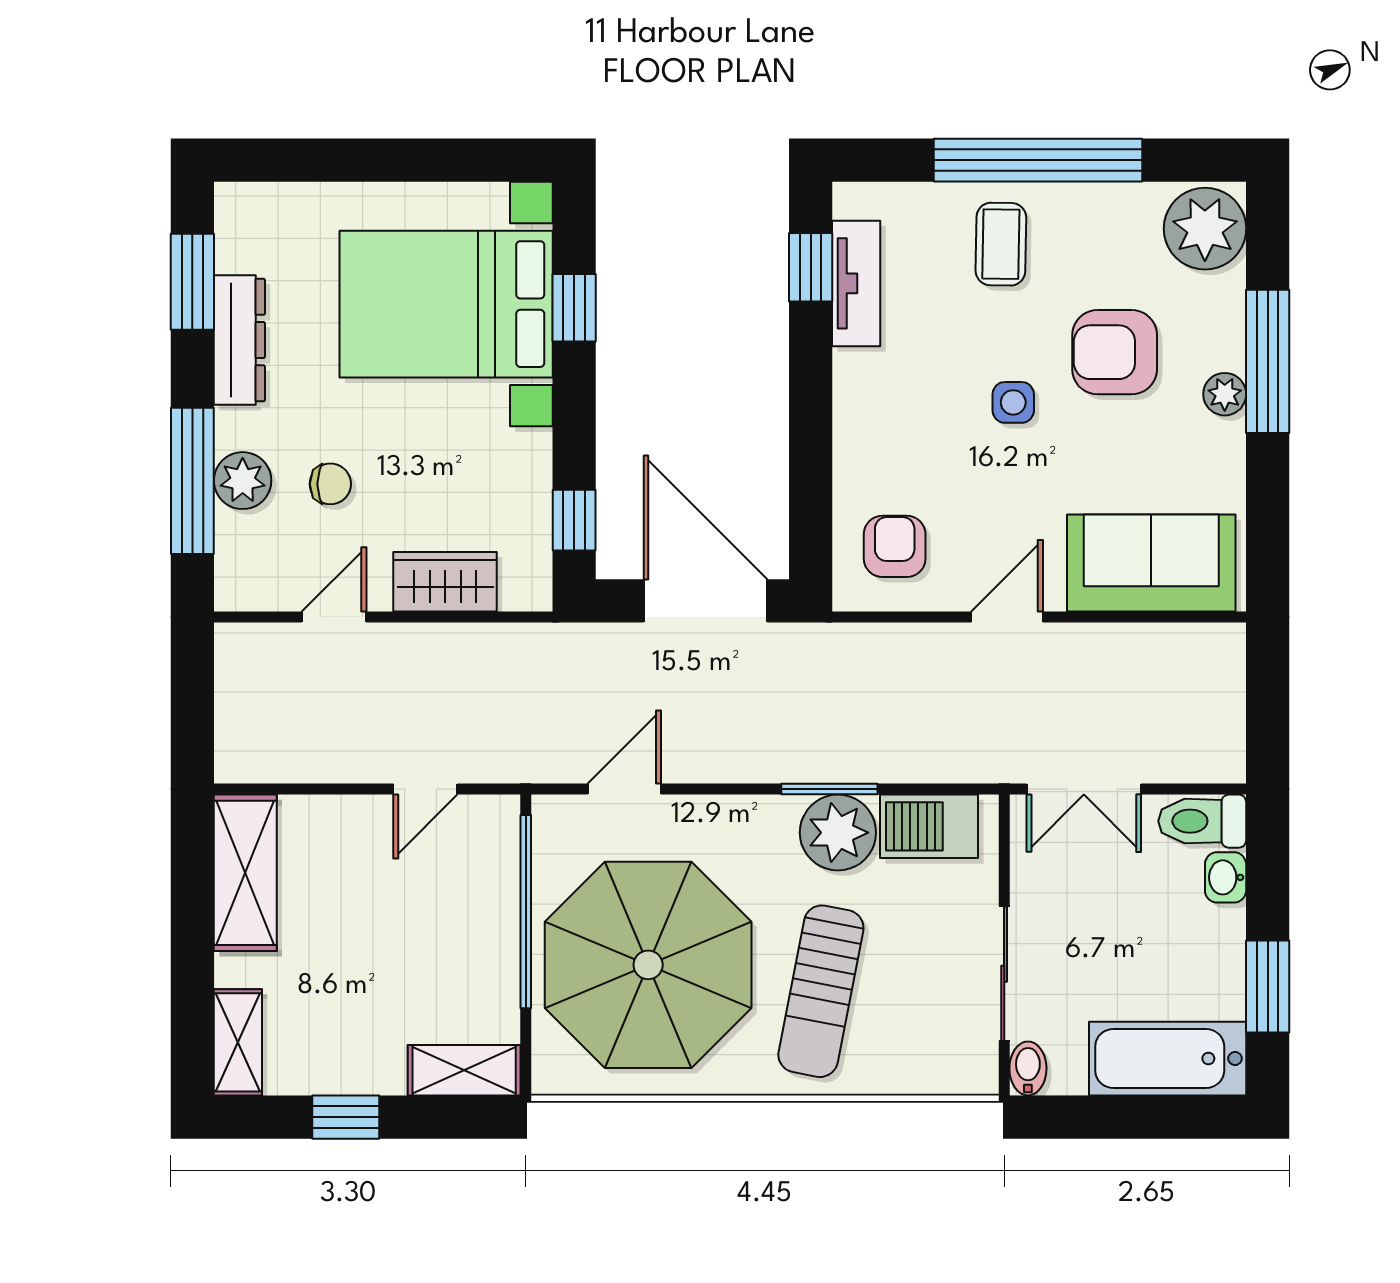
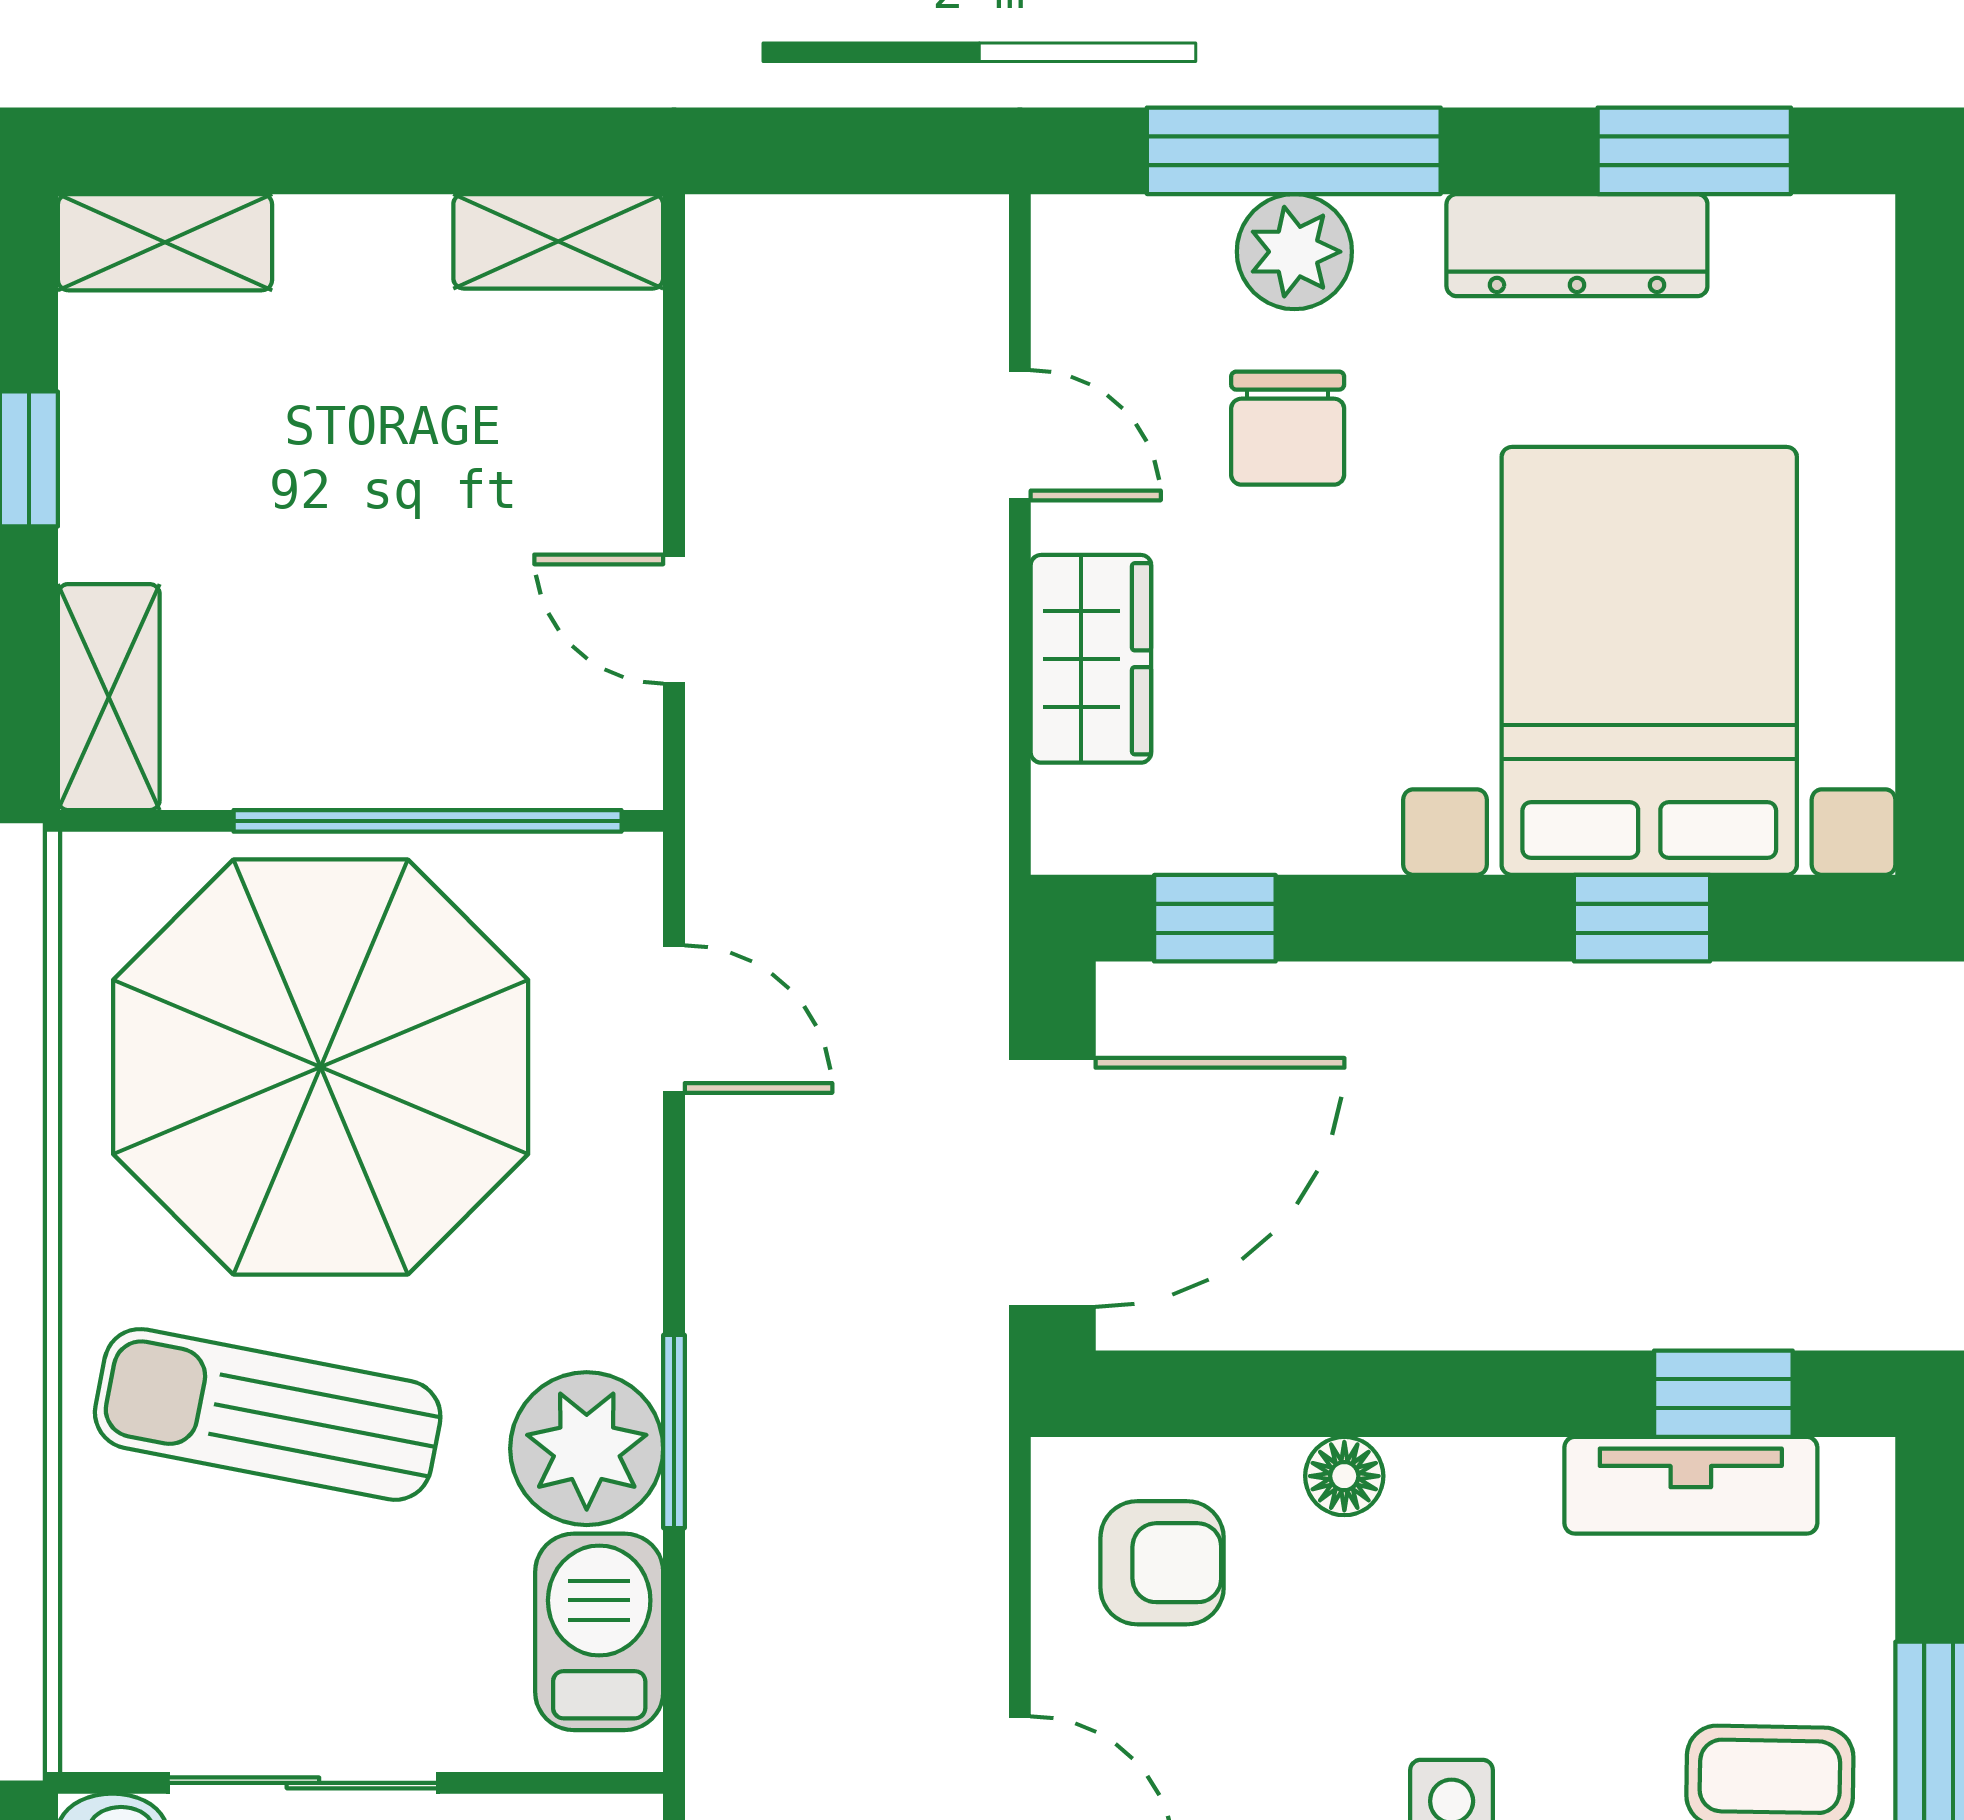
floor lamp: (852, 456) -> (1344, 1476), added
chair: (330, 484) -> (1288, 428), width x1.37, depth x1.37
shelving: (245, 873) -> (558, 241), width x0.67, depth x0.75

